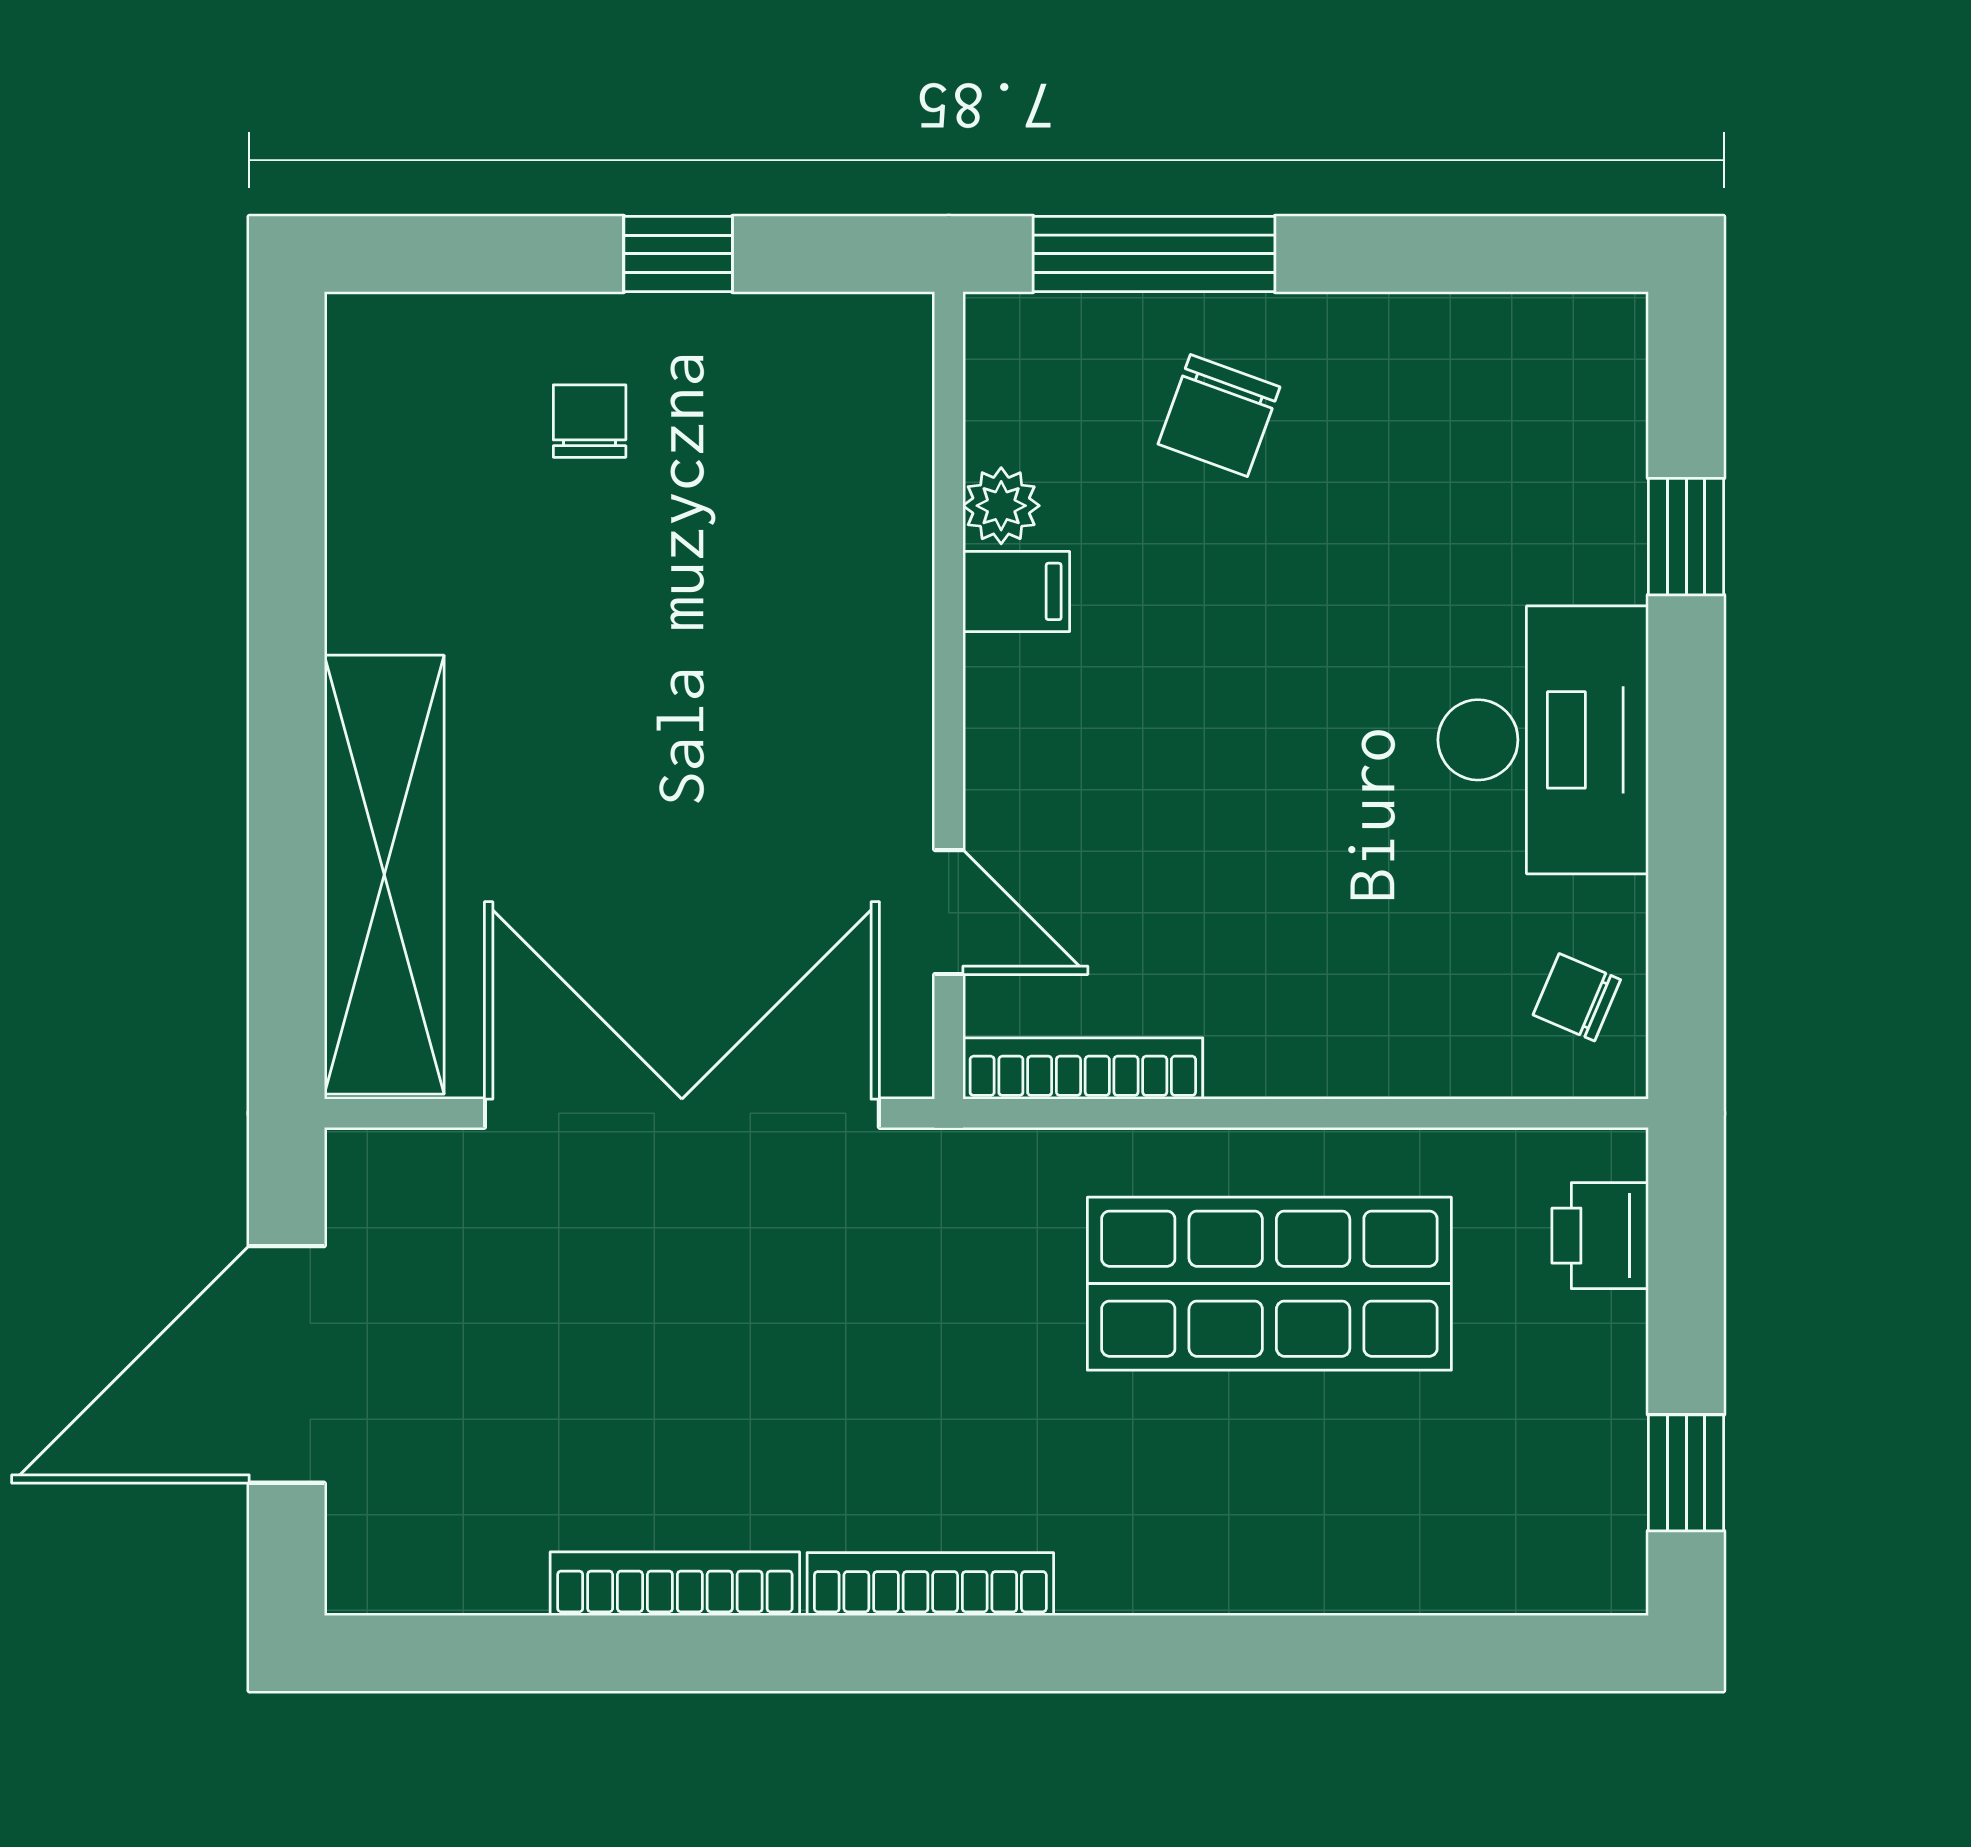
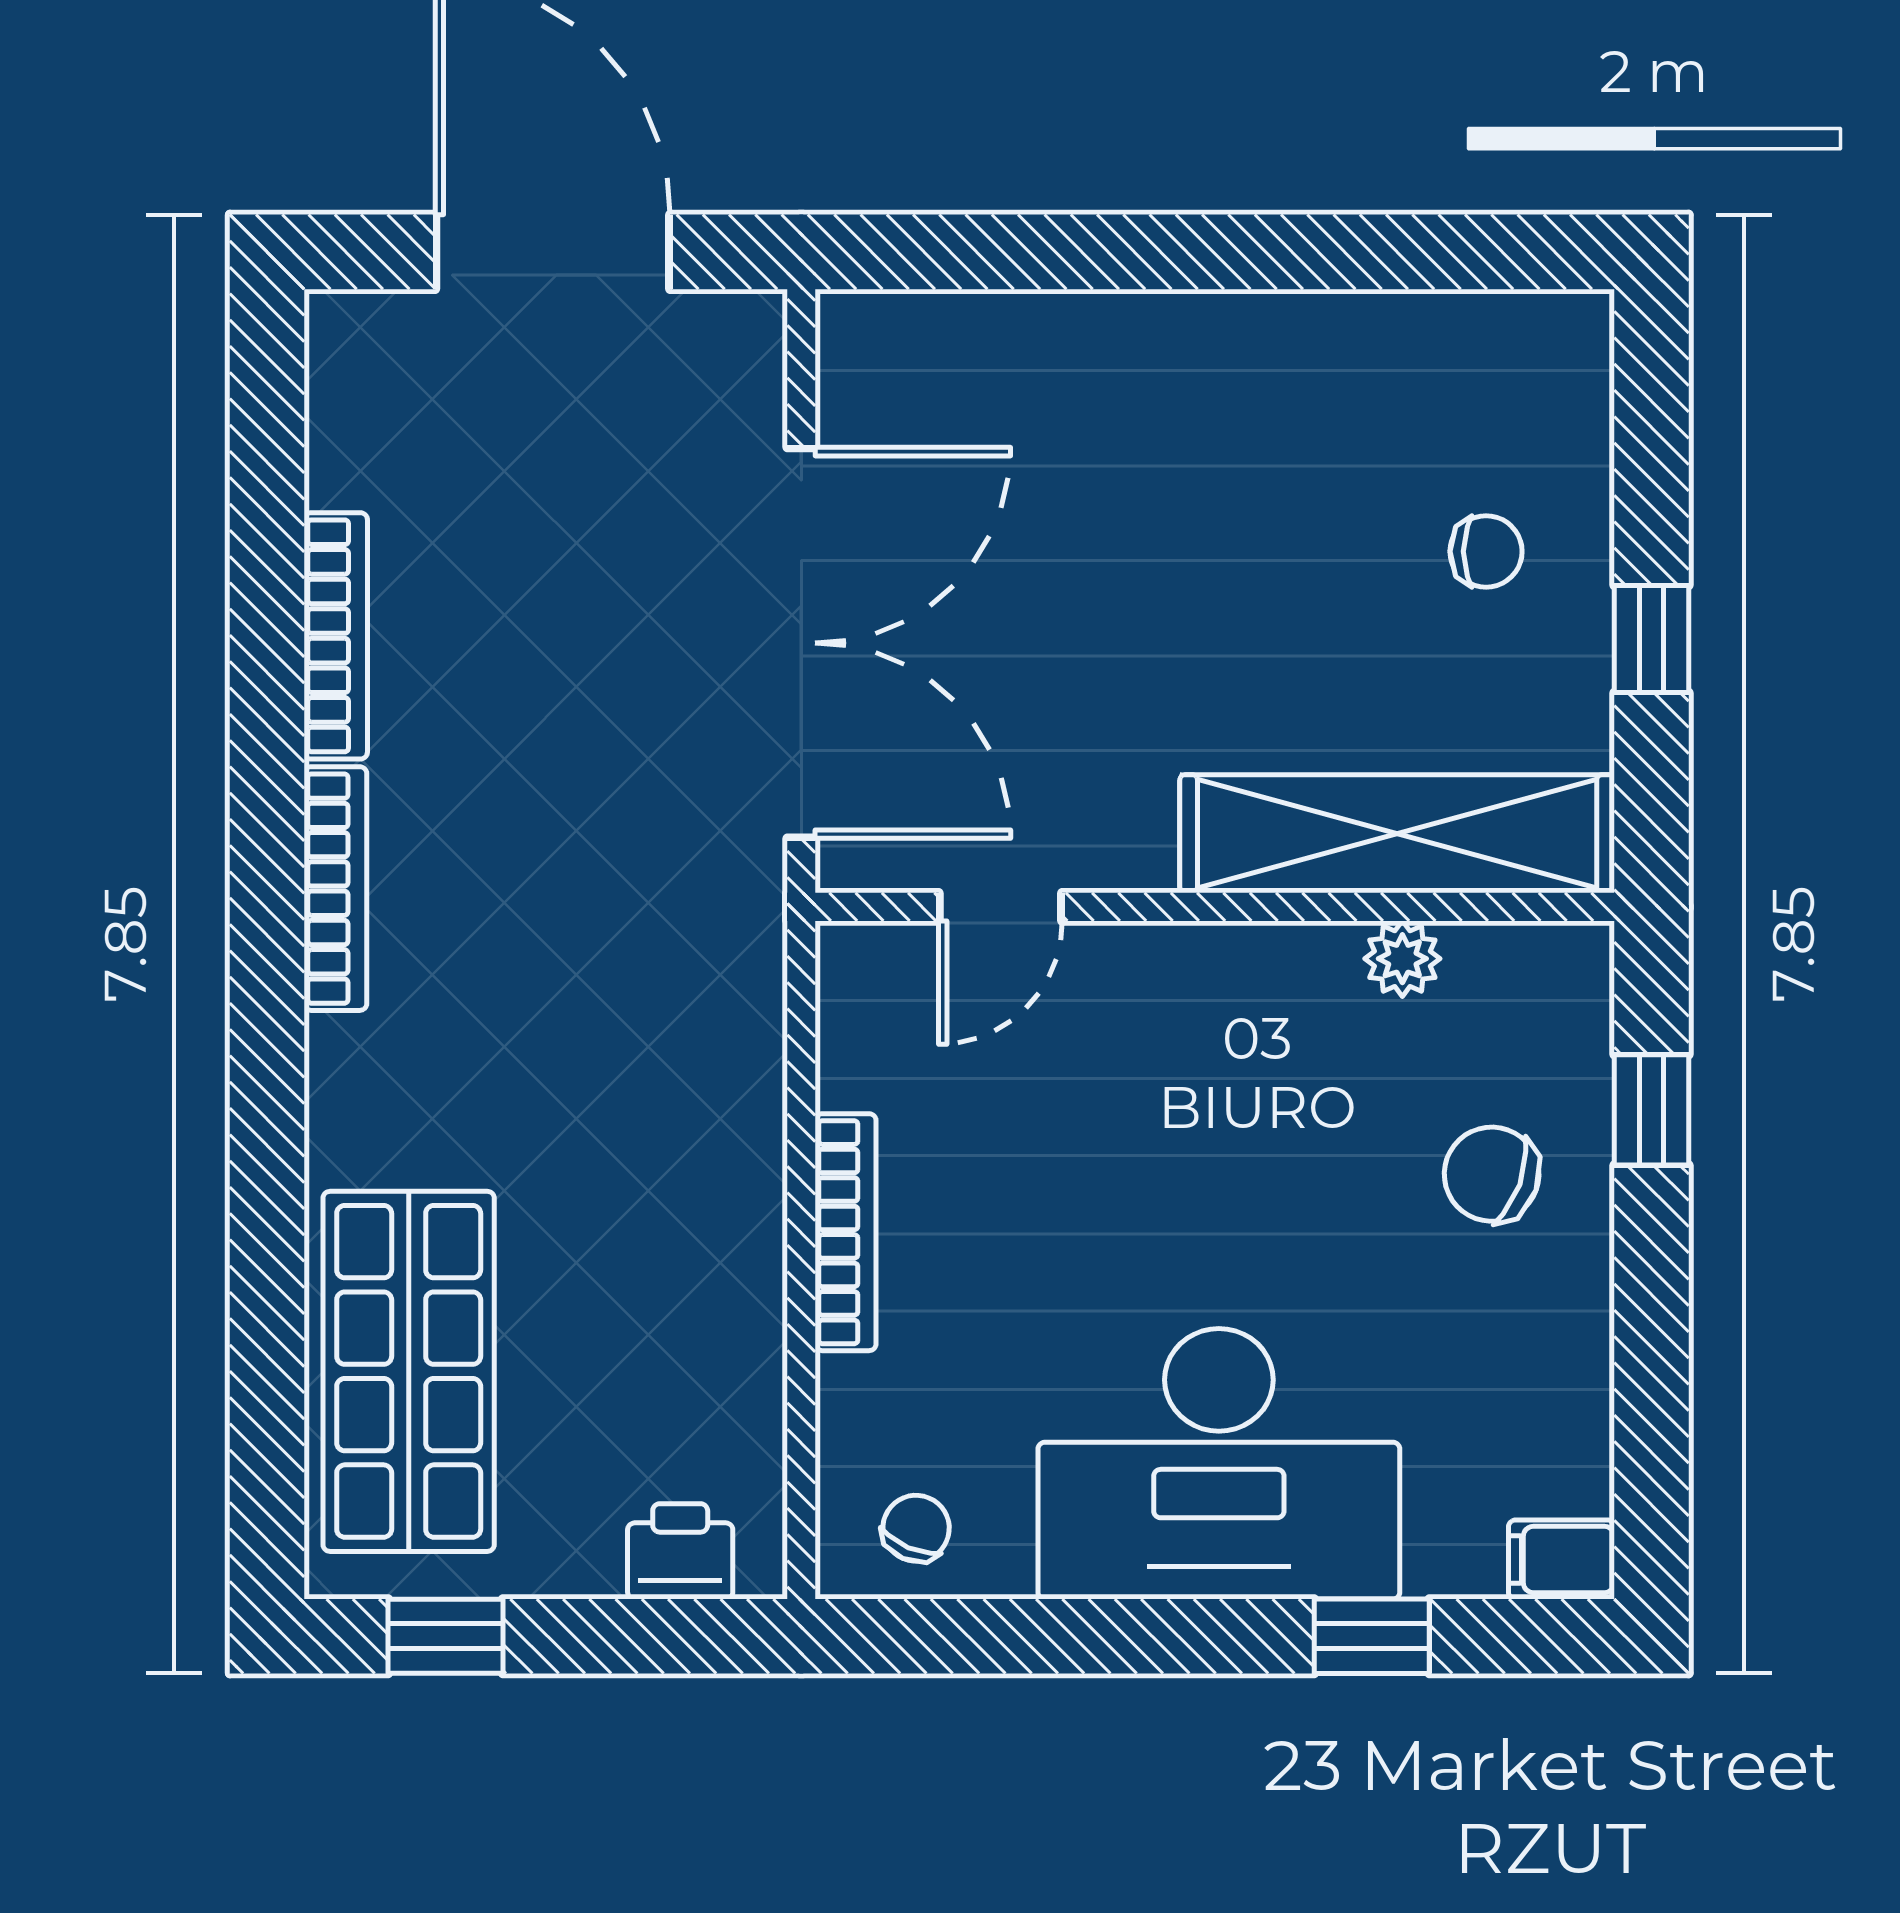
window: (1154, 254) -> (1651, 1110), width x0.46
filing cabinet: (1016, 591) -> (1561, 1560), moved, turned 90
desk: (1543, 740) -> (1219, 1464), width x1.36, depth x1.30
shelving: (384, 875) -> (1397, 834), moved
bookcase: (1083, 1068) -> (846, 1232), moved
shop shelf: (1269, 1284) -> (409, 1371), moved

